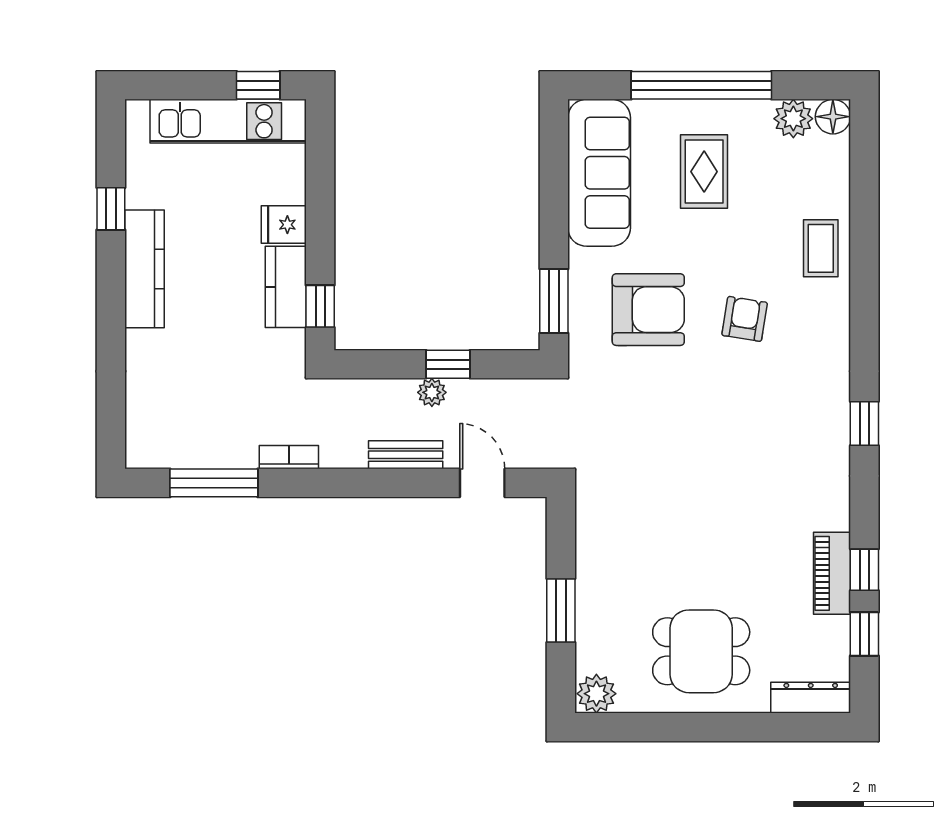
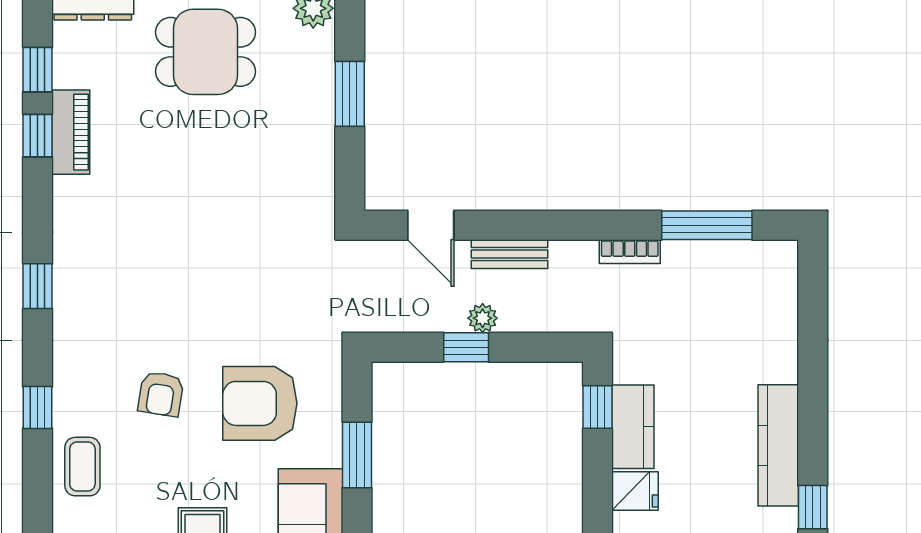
window: (554, 301) -> (357, 455), moved
window: (864, 306) -> (38, 407), added

